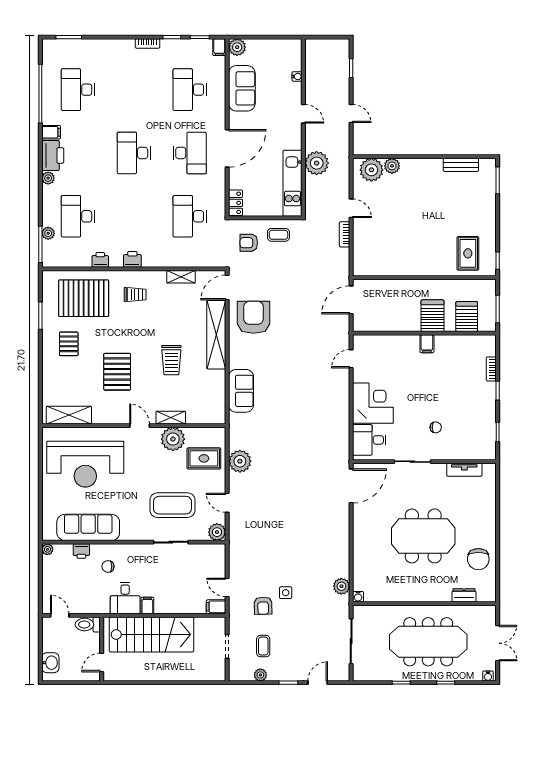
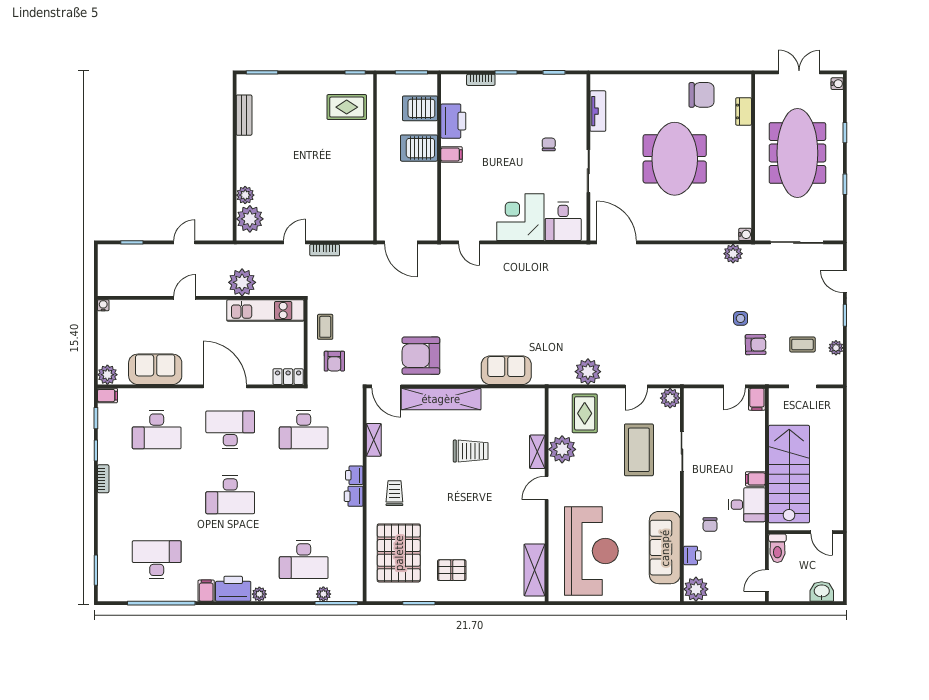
water cooler: (297, 76) -> (103, 305), moved
desk: (78, 90) -> (157, 560), turned 180
printer: (100, 260) -> (354, 475), moved
printer: (456, 345) -> (453, 121), added
pallet: (117, 372) -> (484, 514), removed
plant: (47, 549) -> (696, 589), width x1.87, depth x1.87

